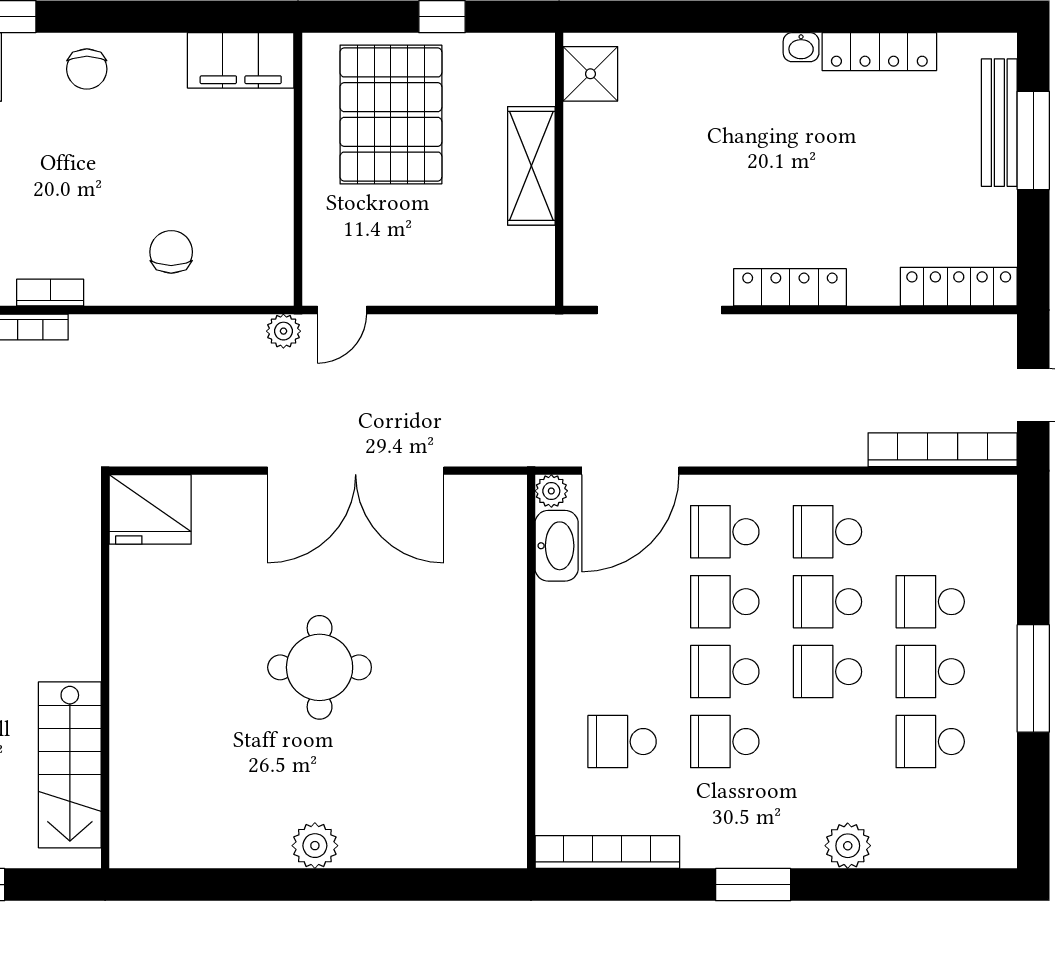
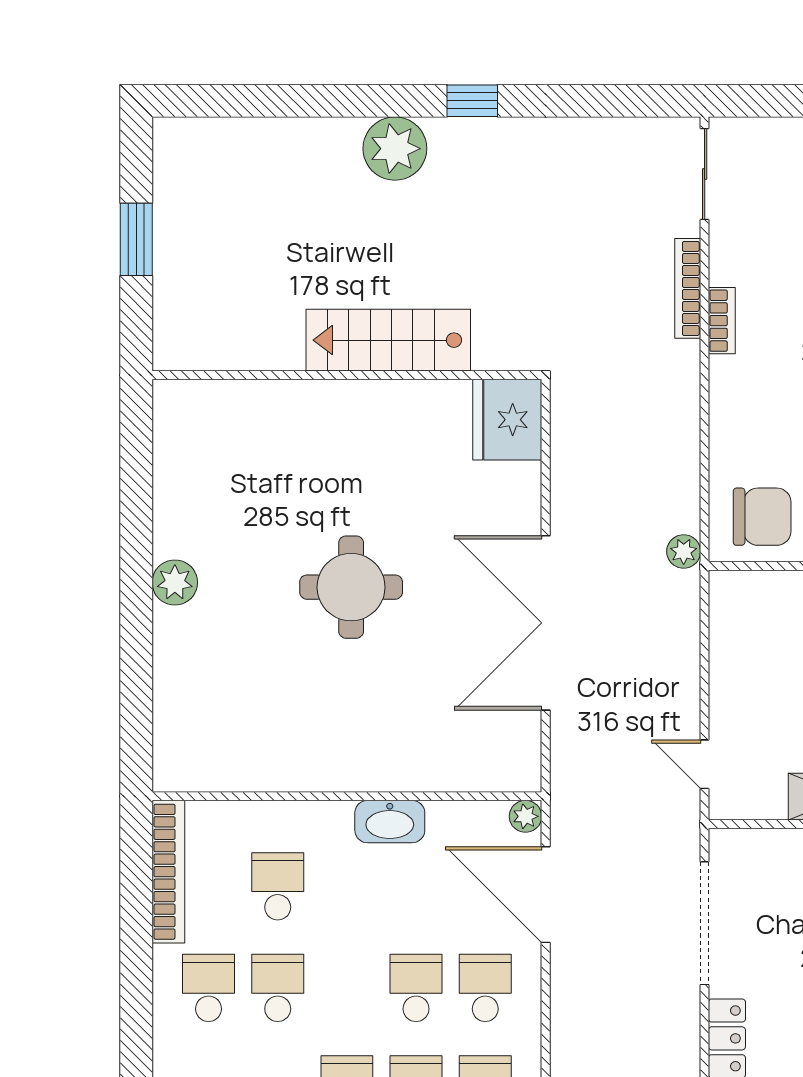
chair: (171, 252) -> (762, 517), moved, width x1.37, depth x1.37
door: (342, 310) -> (705, 764), moved
washbasin: (557, 546) -> (390, 822), moved
school desk: (725, 672) -> (209, 988), moved
stairs: (70, 765) -> (388, 340), moved
window: (753, 885) -> (136, 1016), removed

